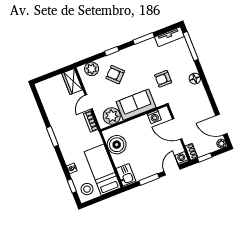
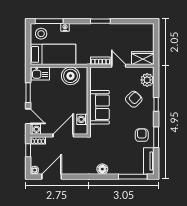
armchair: (163, 79) -> (142, 135), moved
plant: (112, 116) -> (98, 81), removed
window: (72, 186) -> (49, 21), width x2.17

